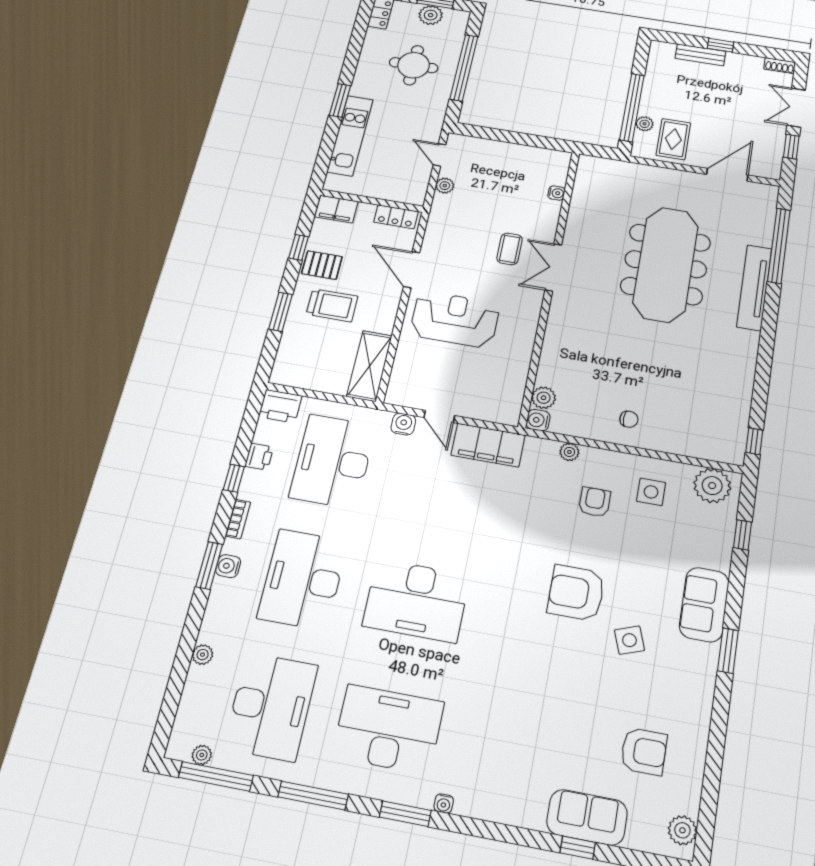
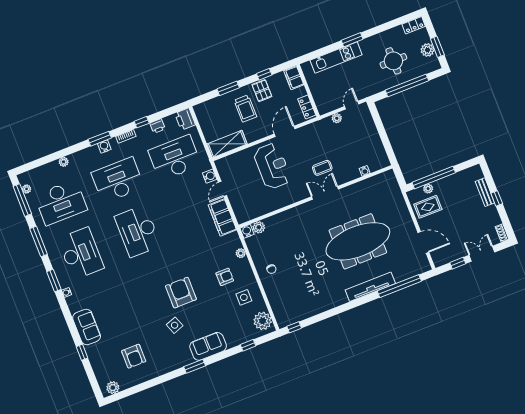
sofa: (587, 817) -> (87, 327), moved

